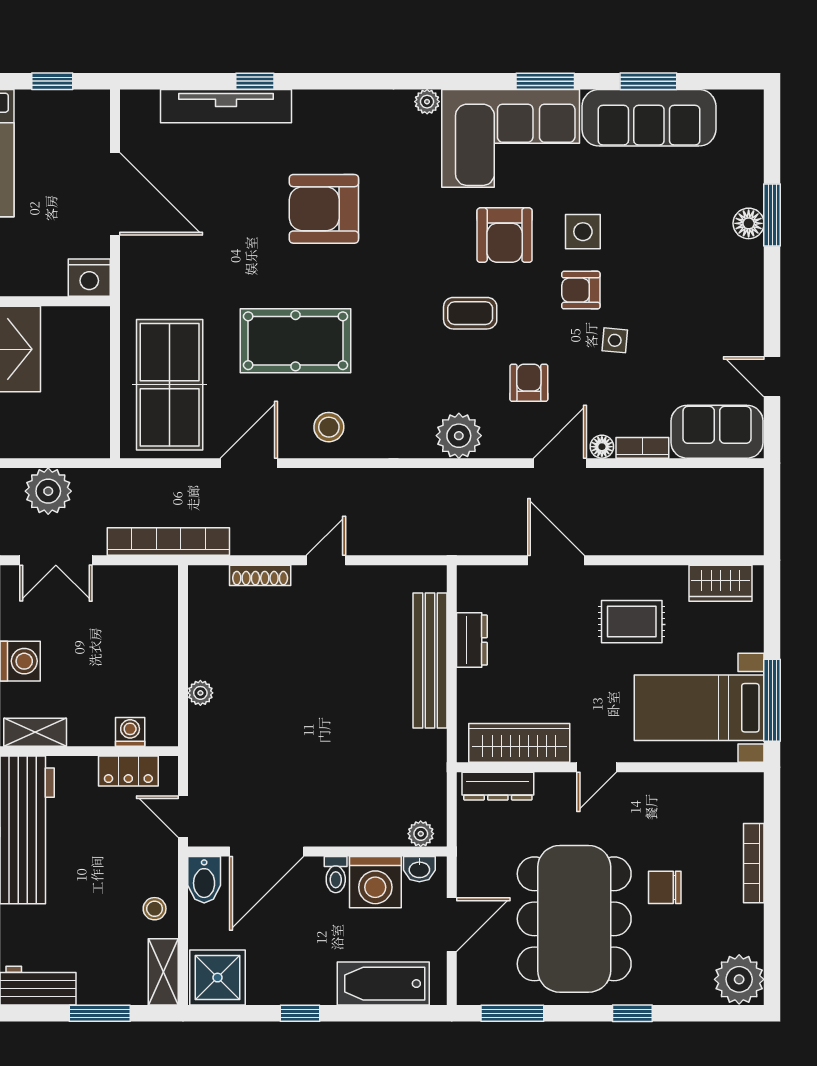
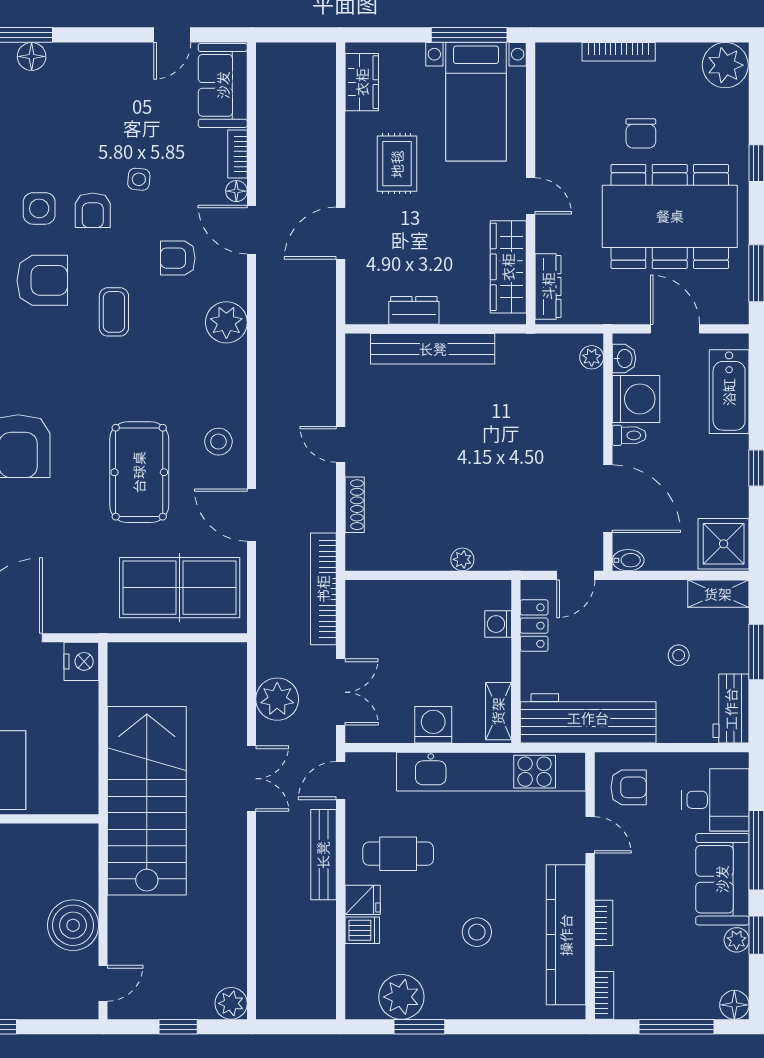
bidet: (204, 880) -> (628, 560), width x0.72, depth x0.74
stool: (155, 909) -> (679, 655), moved

